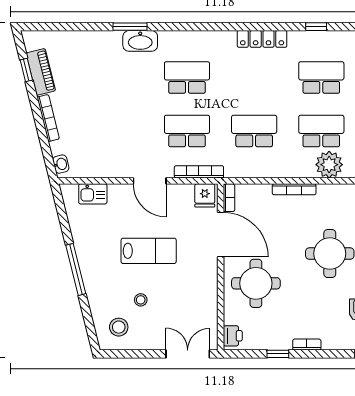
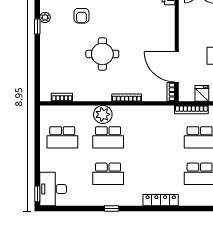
locker: (262, 39) -> (161, 200), moved
school desk: (254, 131) -> (154, 137), removed
fridge: (205, 195) -> (202, 93), moved
round table: (256, 283) -> (153, 34), removed

